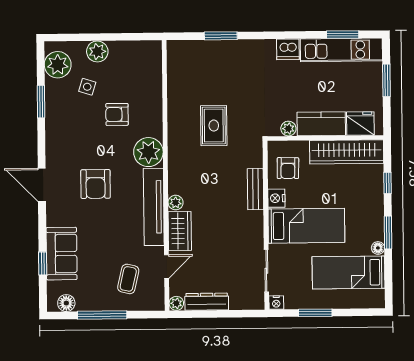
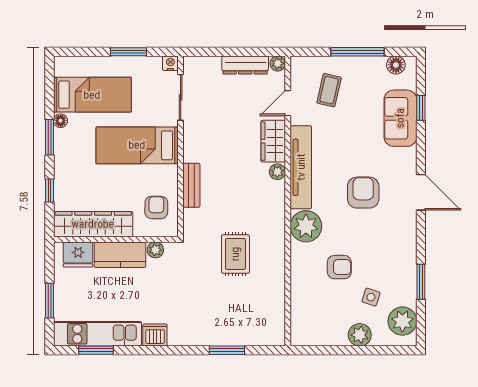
nightstand: (276, 198) -> (169, 175), removed

